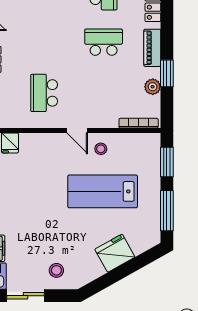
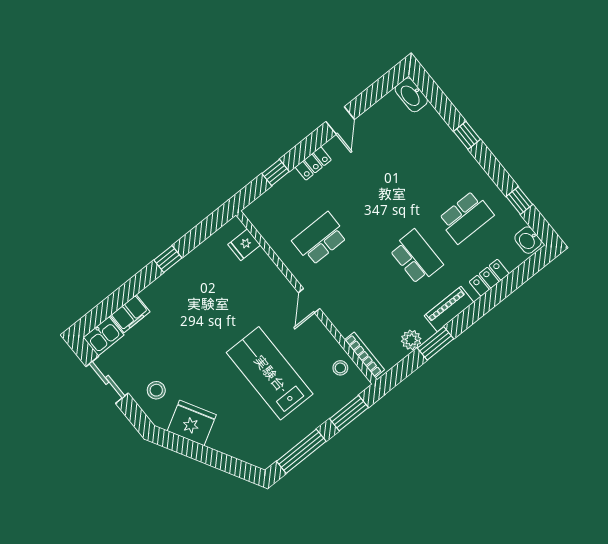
stool: (101, 149) -> (340, 368), moved
fridge: (115, 253) -> (192, 423), moved

